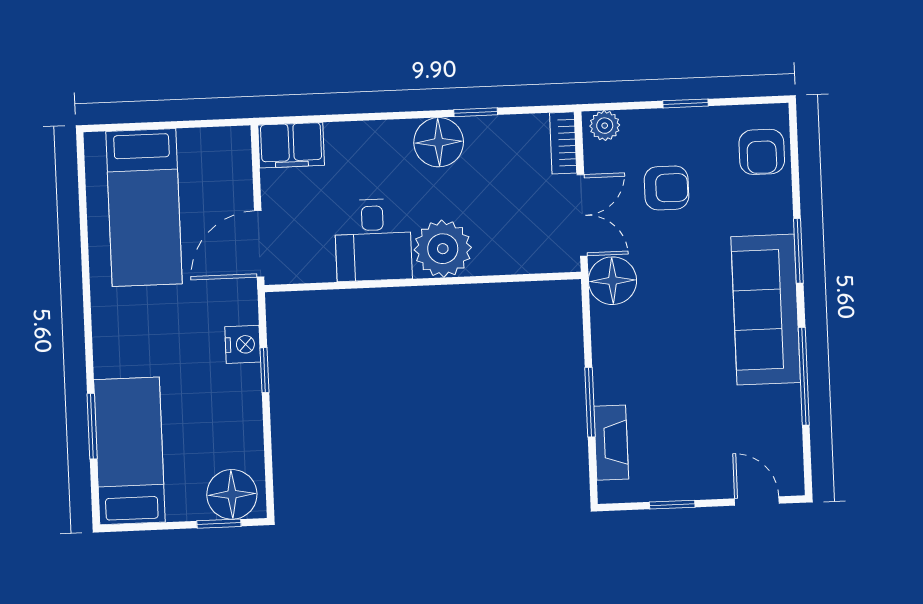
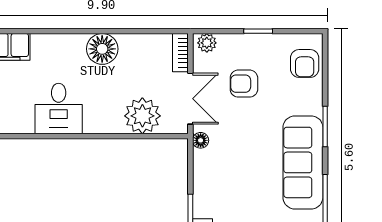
window: (476, 112) -> (126, 31), removed
armchair: (666, 188) -> (244, 84), turned 180
plant: (443, 249) -> (142, 116), moved
floor lamp: (612, 281) -> (201, 140), width x0.53, depth x0.53

